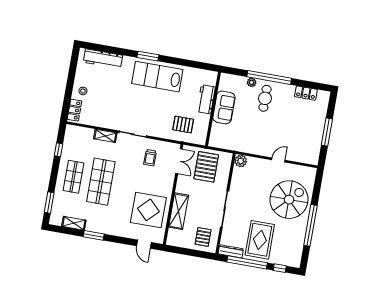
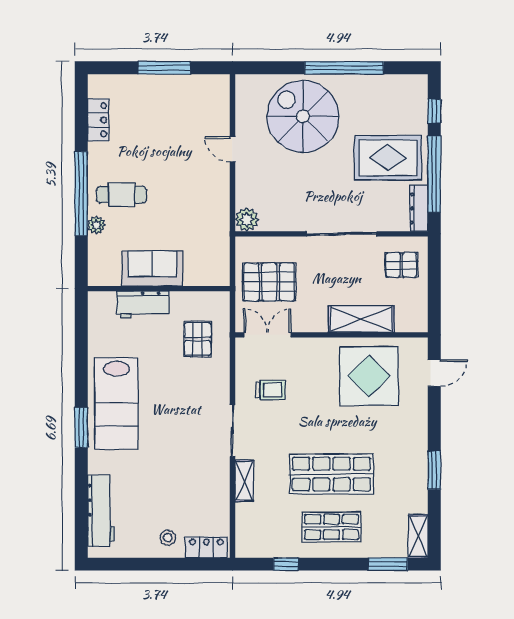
shelving: (74, 223) -> (418, 536), moved

